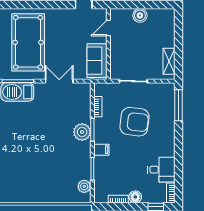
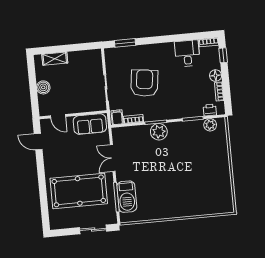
shelving: (169, 61) -> (55, 59), moved
window: (178, 105) -> (125, 43), width x0.69
filing cabinet: (101, 150) -> (117, 117), moved
printer: (100, 187) -> (210, 110), added

